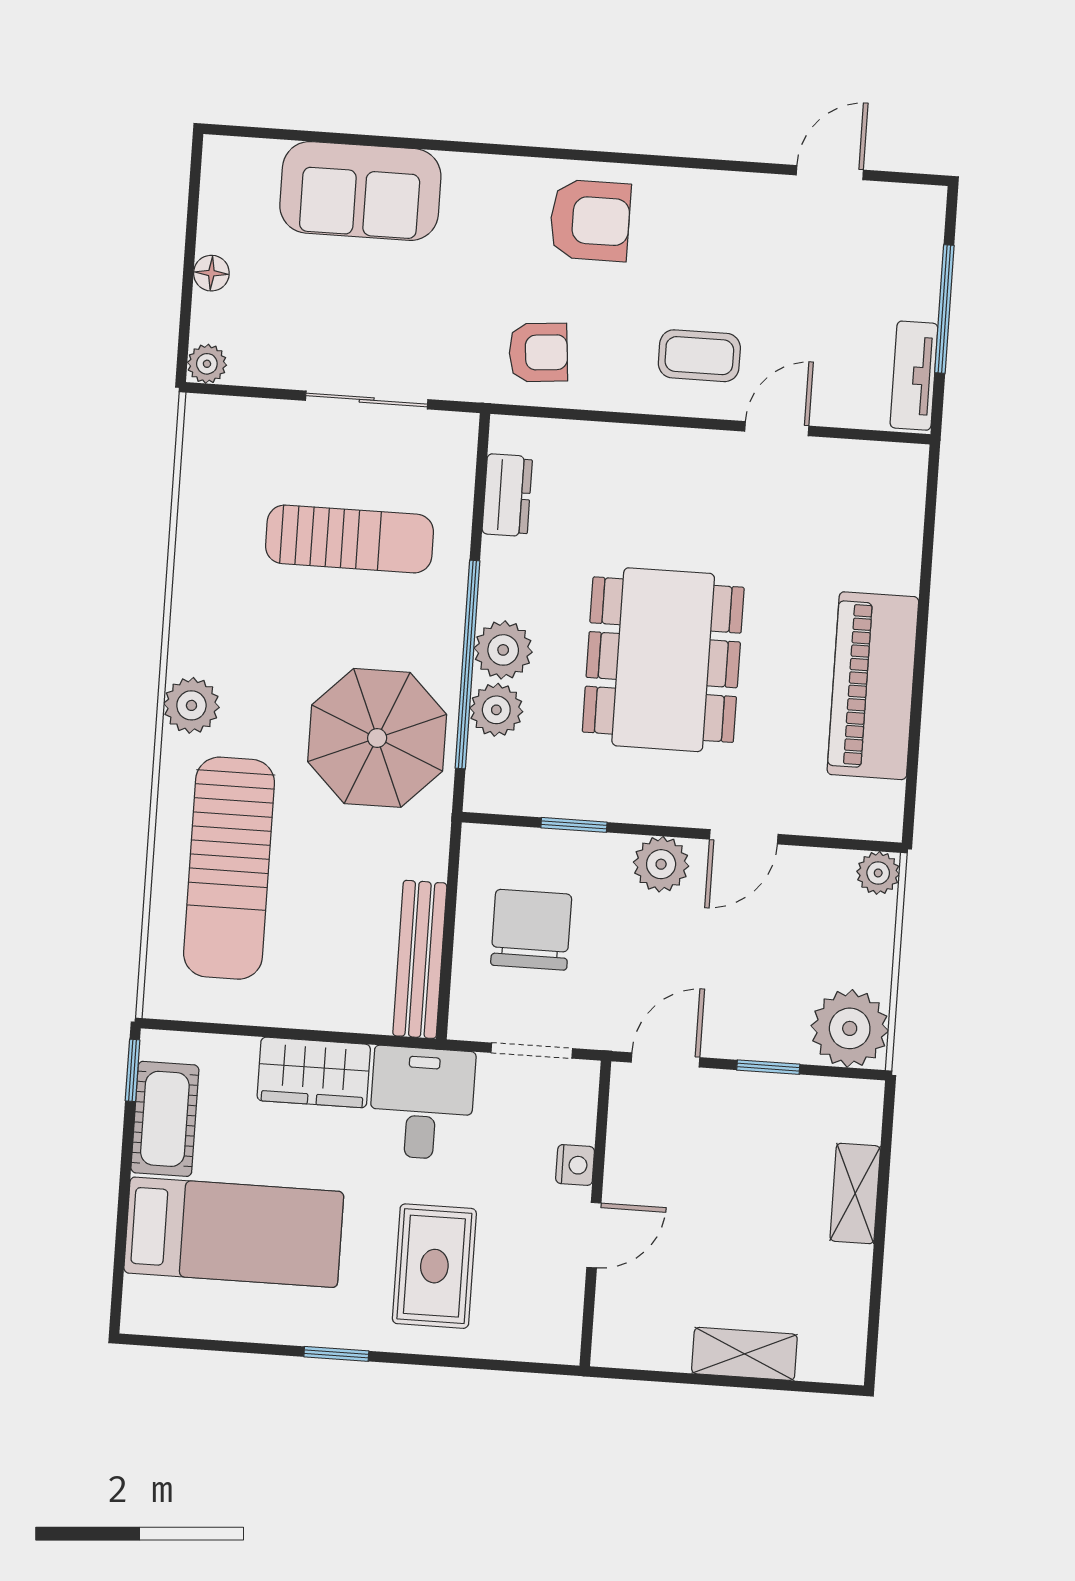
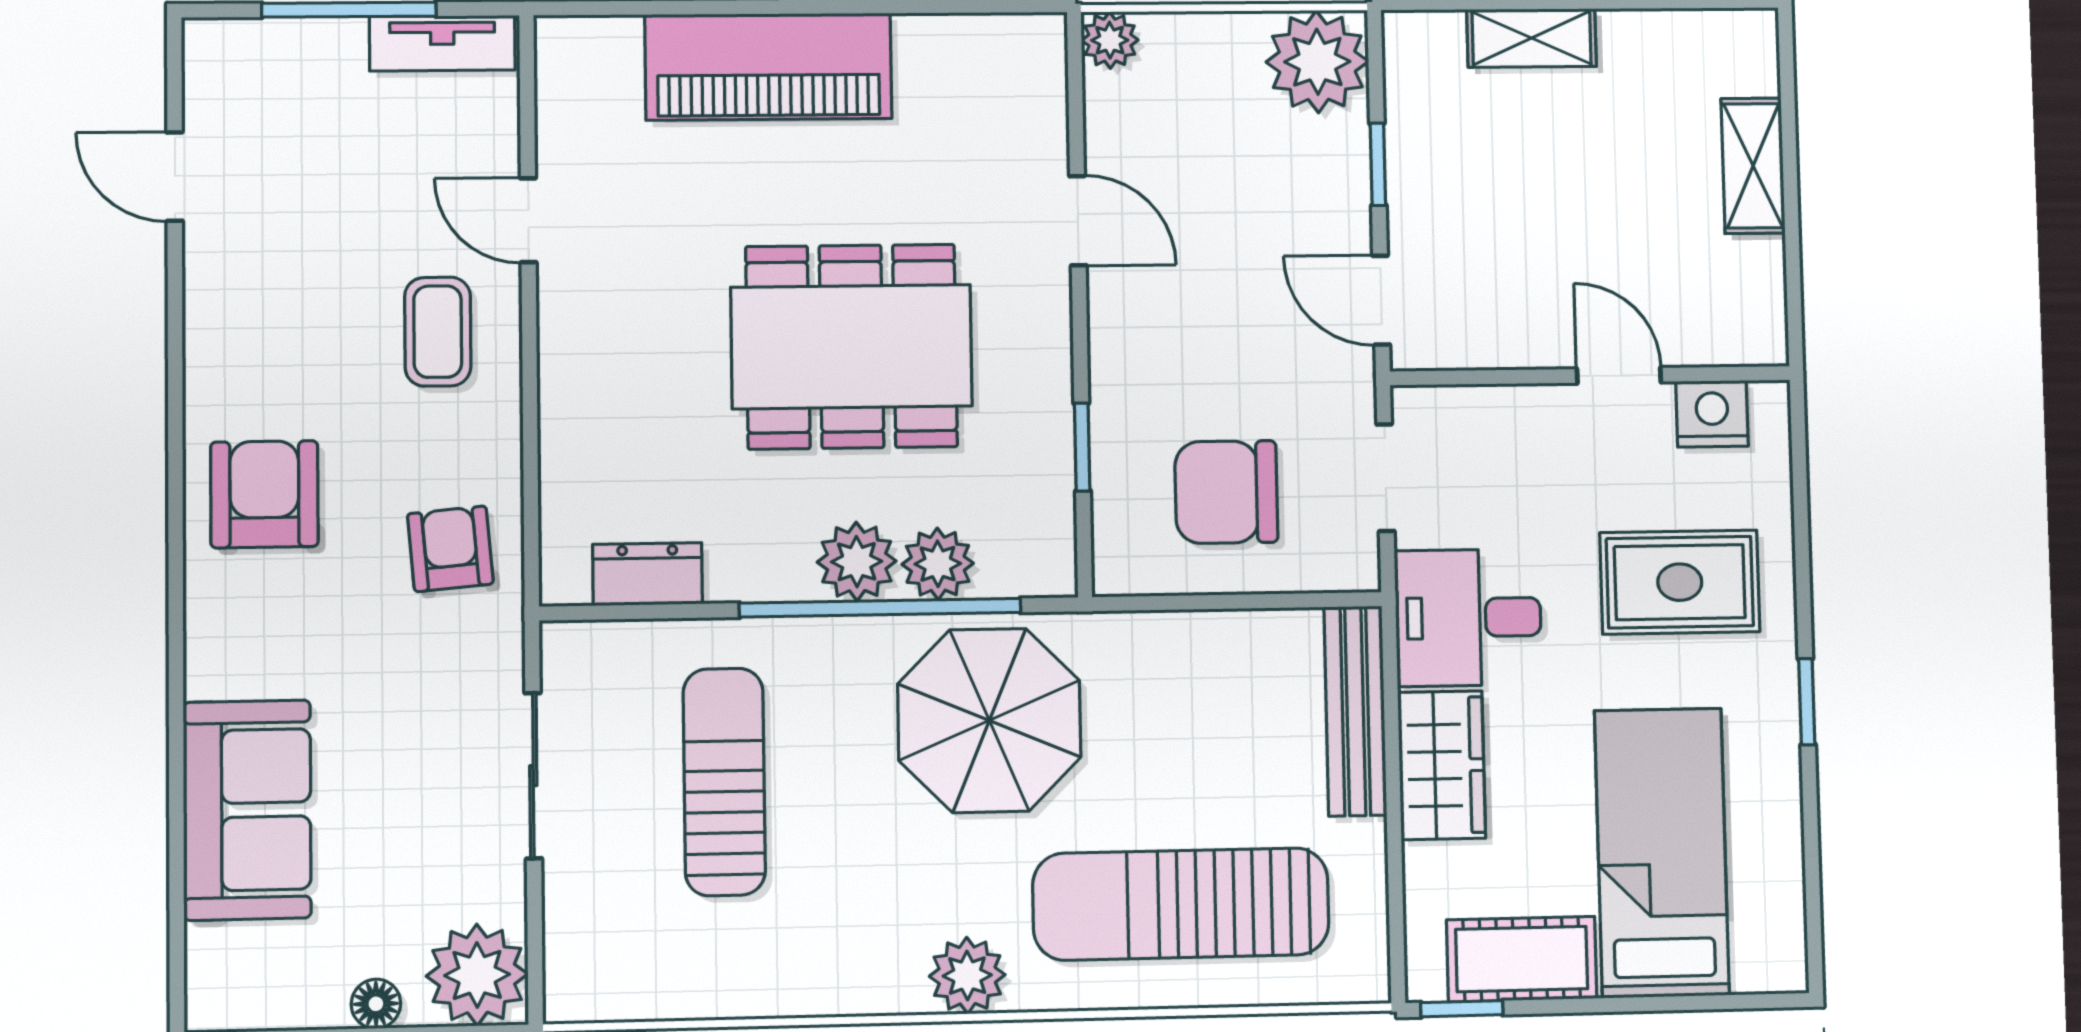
plant: (207, 364) -> (477, 975), width x1.87, depth x1.87
piano: (873, 686) -> (768, 67), moved
plant: (661, 864) -> (1124, 327), removed
sun lounger: (229, 868) -> (1181, 904), turned 180
bench: (420, 959) -> (1355, 711), moved, turned 90
nightstand: (575, 1165) -> (1712, 414), moved, width x1.39, depth x1.35

